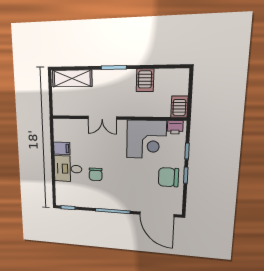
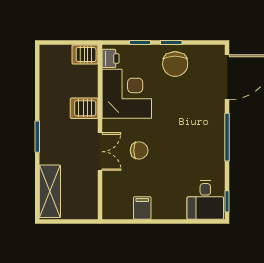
server rack: (145, 80) -> (84, 108), moved, turned 180
desk: (68, 169) -> (205, 200), moved
chair: (96, 174) -> (139, 150), moved

